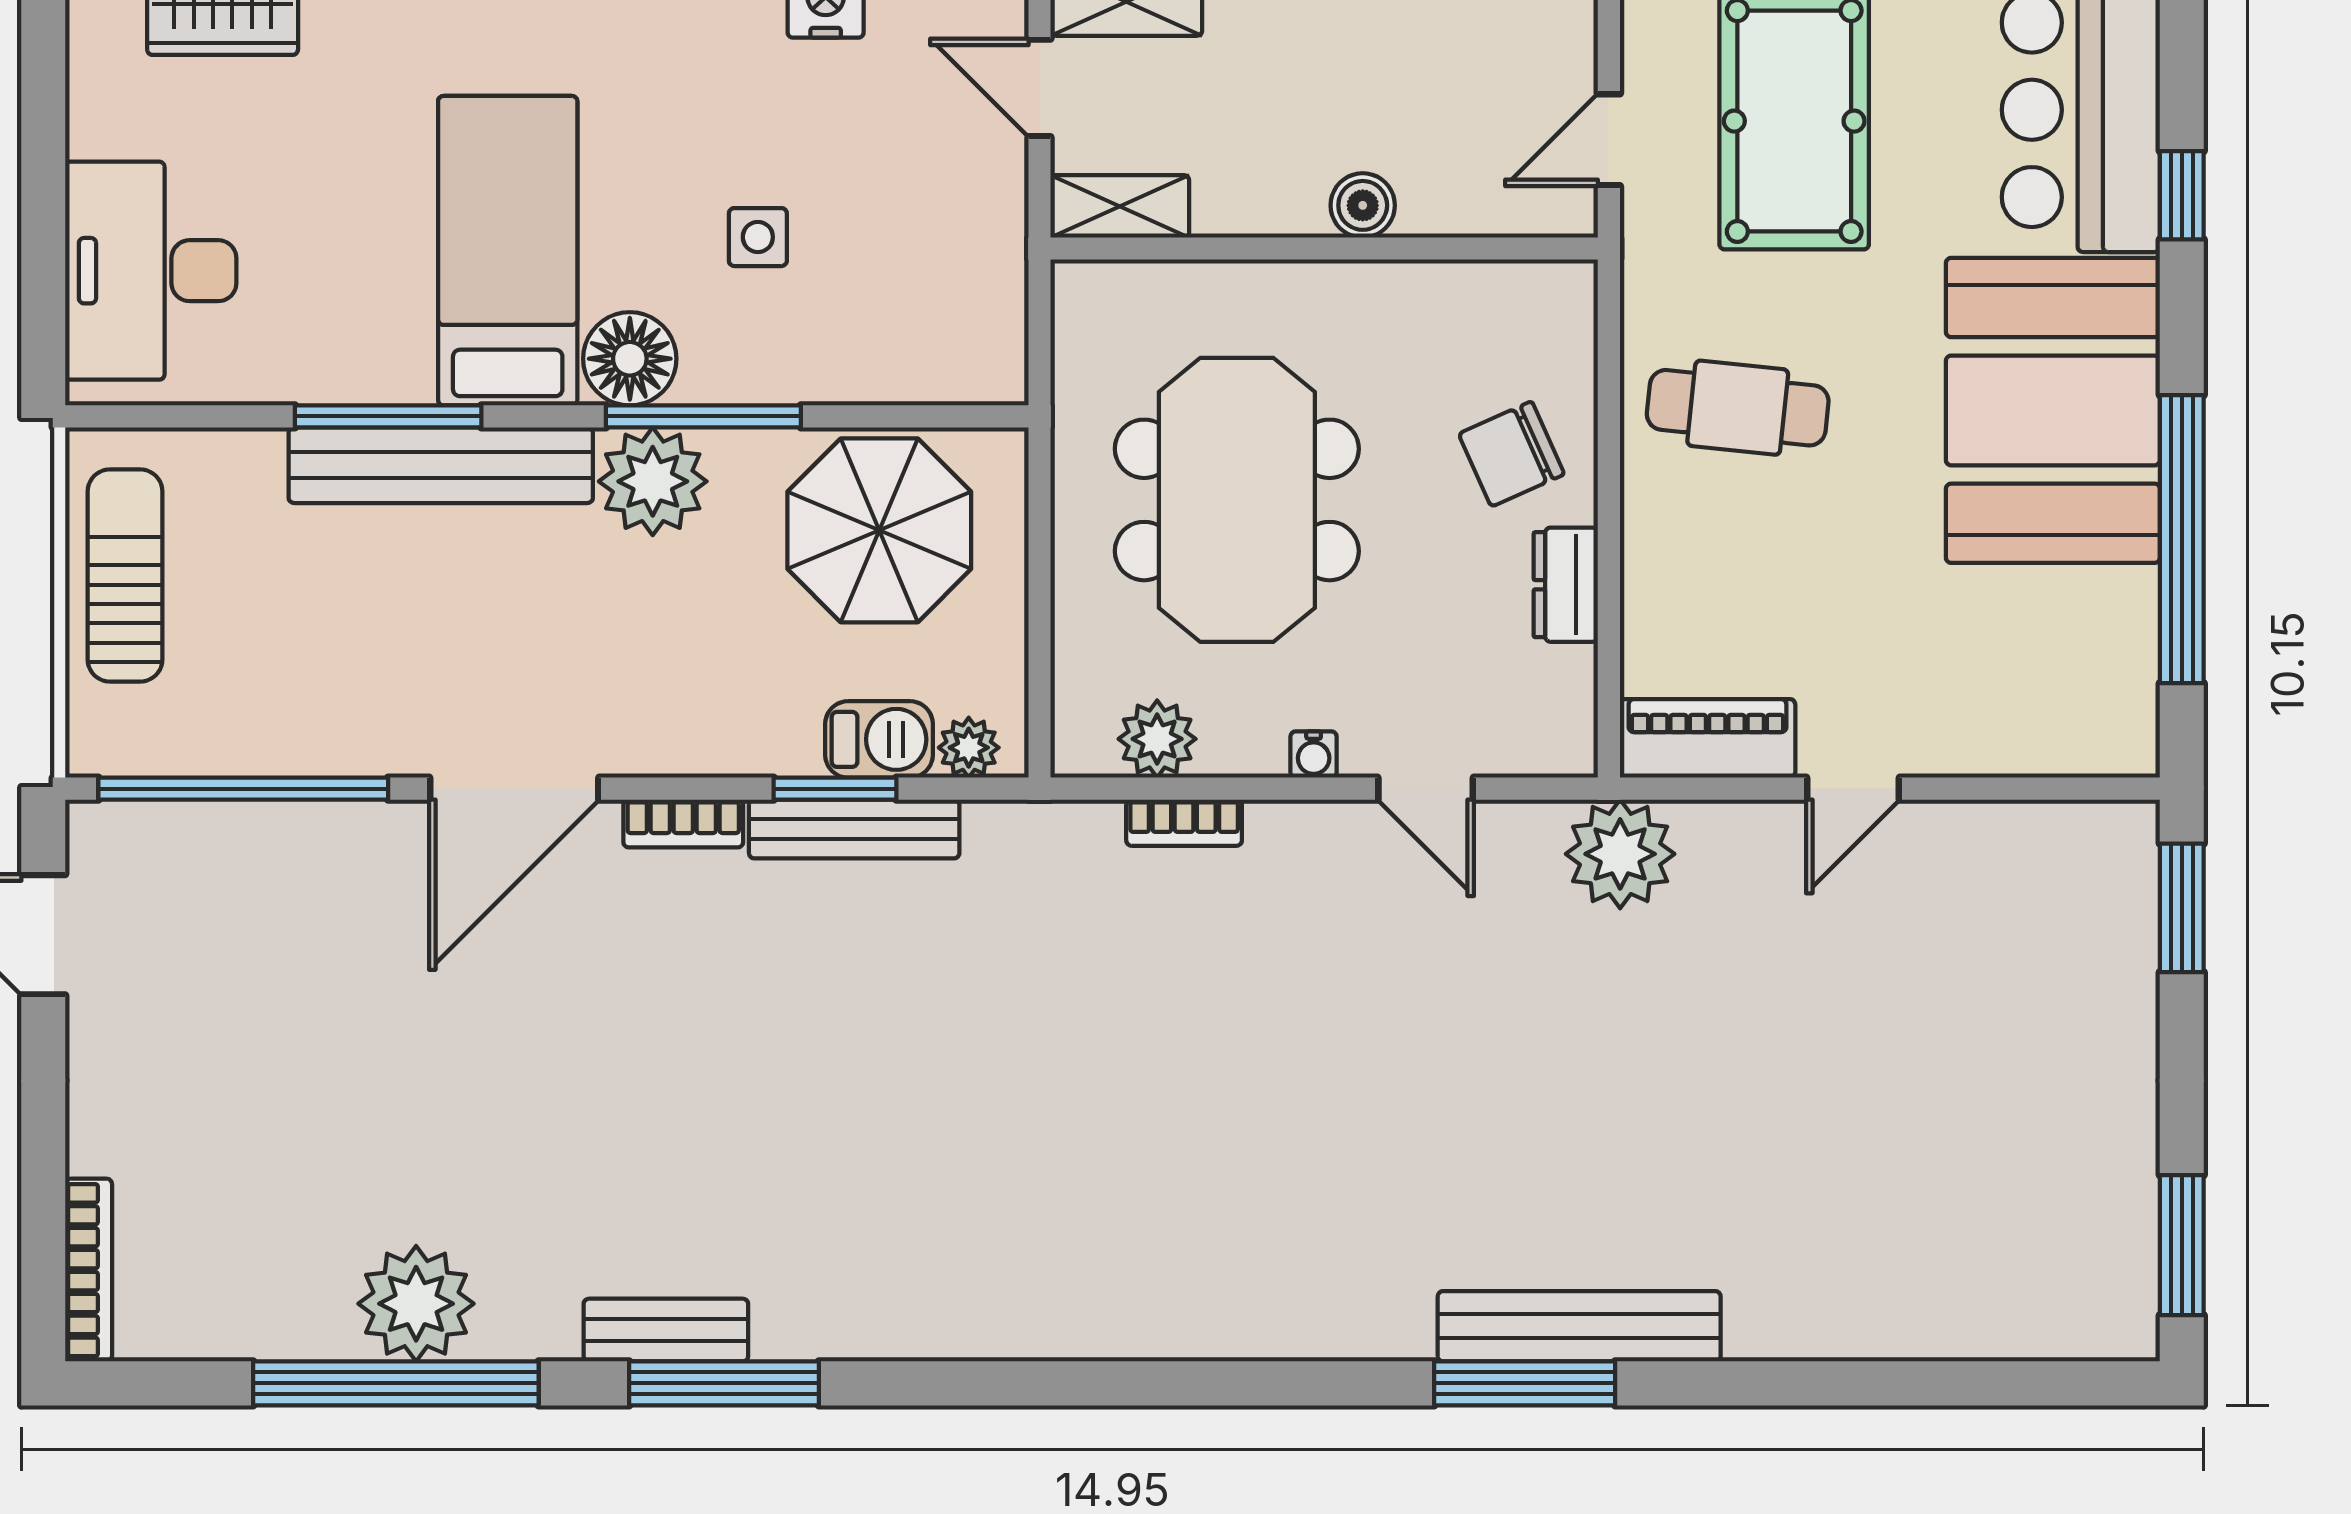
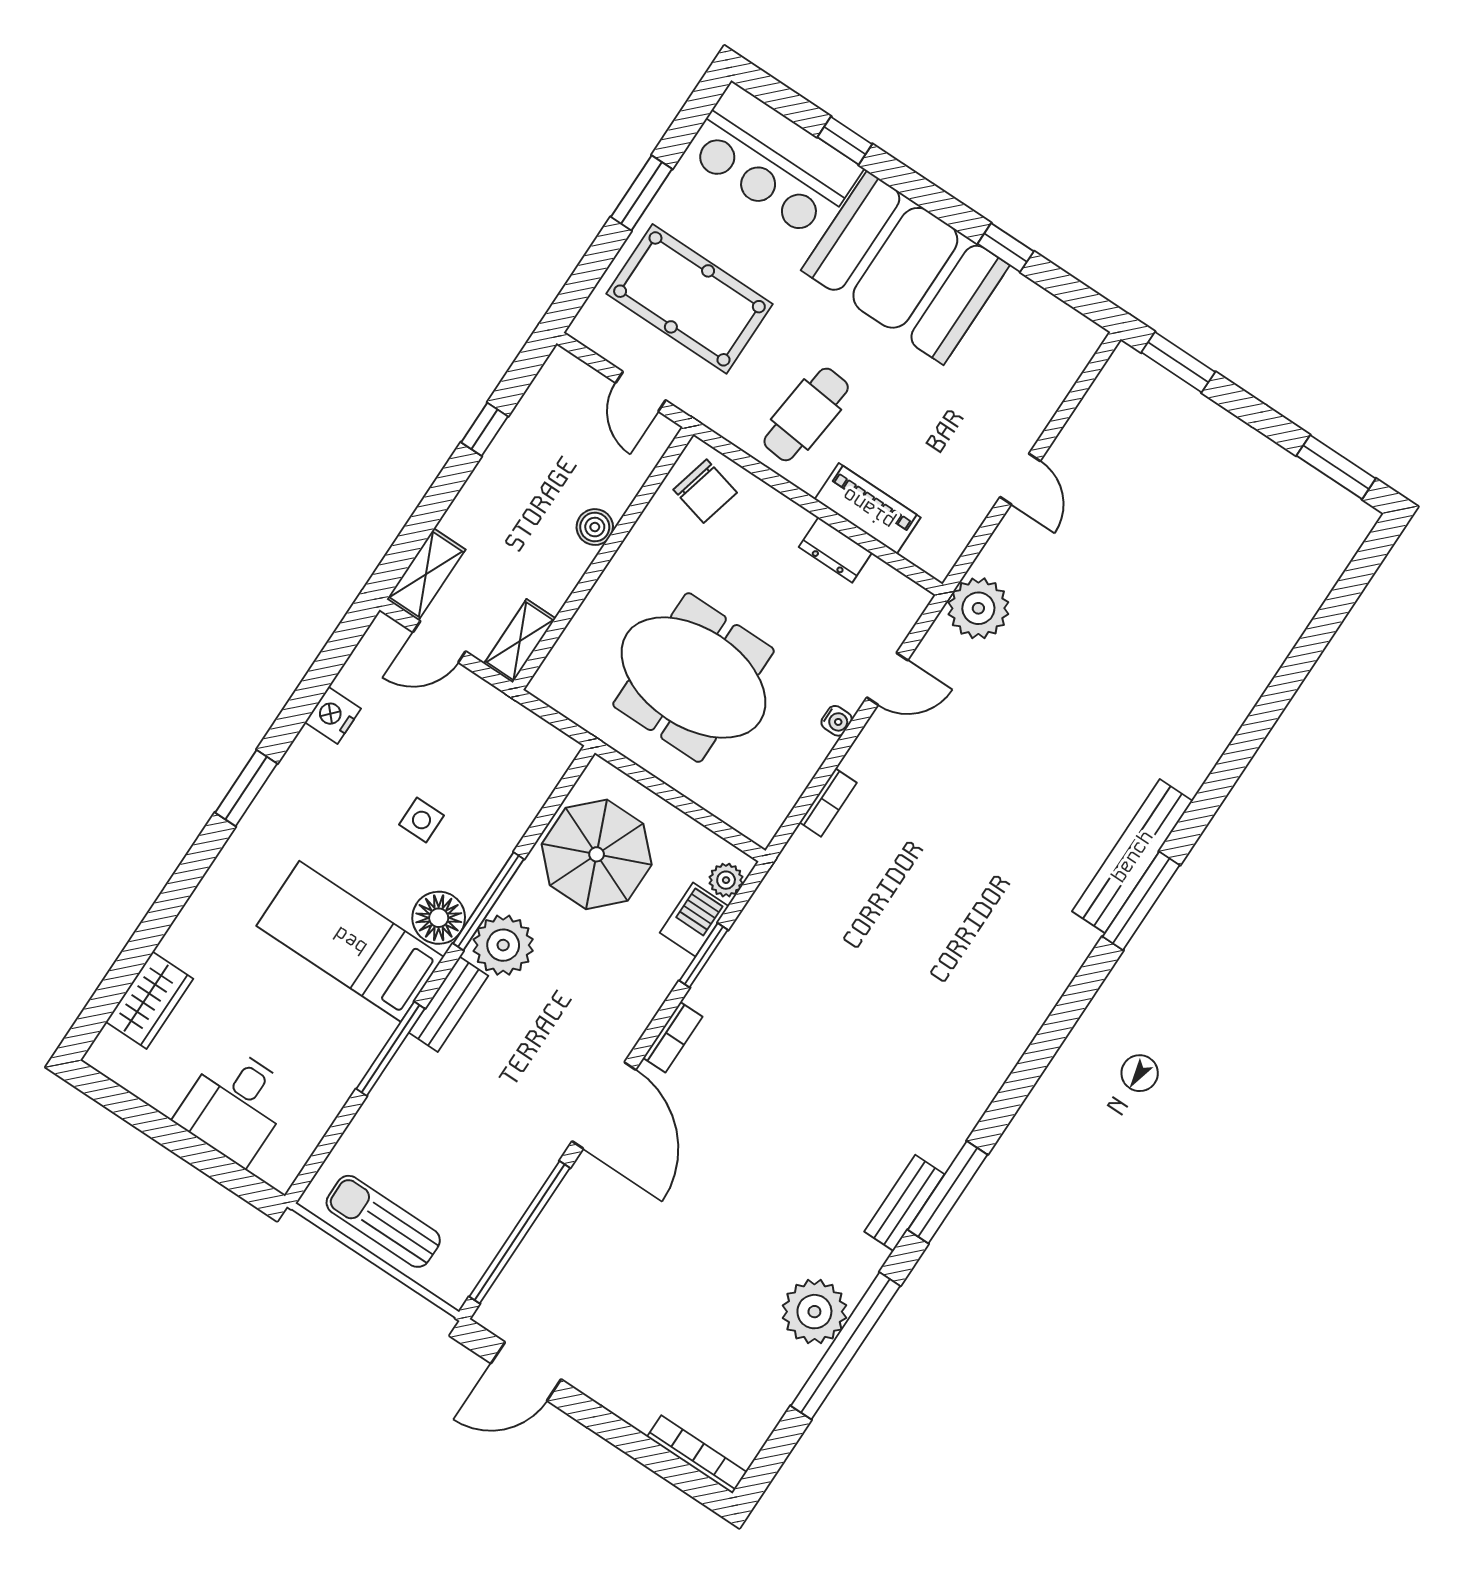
desk: (151, 271) -> (235, 1105), width x0.73
chair: (1511, 454) -> (705, 491), moved, turned -52
bench: (441, 465) -> (448, 1004), width x0.54, depth x0.82
window: (2182, 539) -> (1006, 248), width x0.32
piano: (1708, 738) -> (868, 509), moved, turned 90
plant: (1157, 739) -> (781, 789), removed
bench: (854, 829) -> (729, 959), removed
bench: (1579, 1326) -> (1132, 856), moved
window: (1525, 1383) -> (1141, 901), moved

